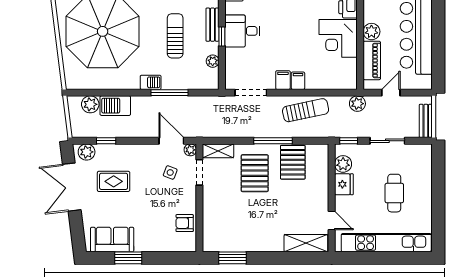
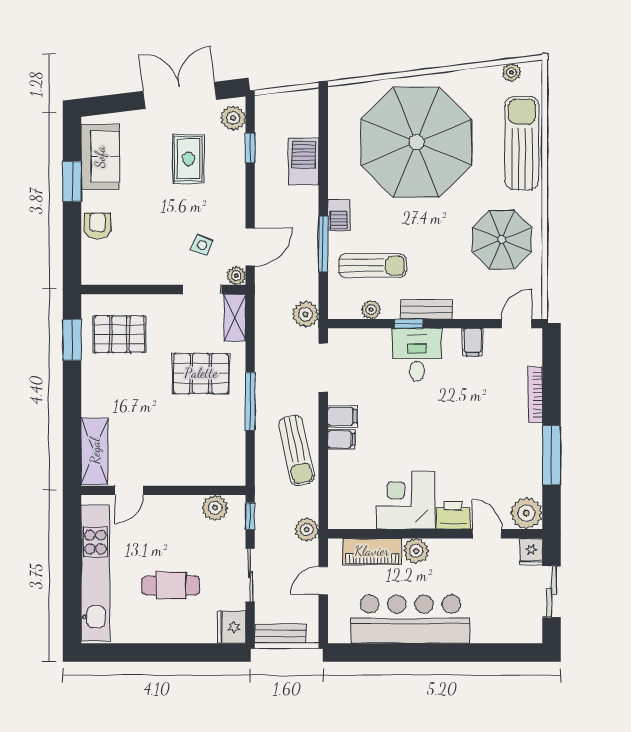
sun lounger: (175, 36) -> (373, 266), moved
door: (391, 93) -> (323, 580), swing flipped
plant: (90, 104) -> (306, 314), moved
pallet: (293, 162) -> (119, 334), moved
fridge: (344, 184) -> (232, 627), moved, turned 90
armchair: (185, 223) -> (97, 226), moved

